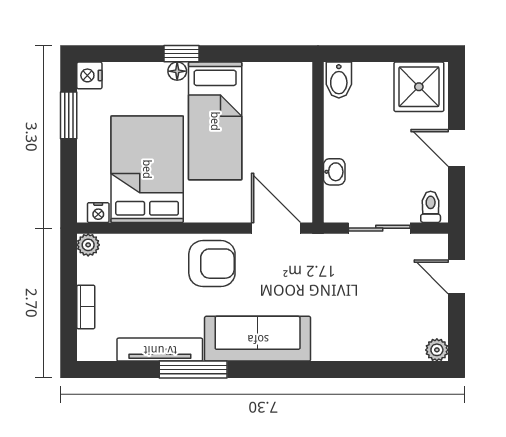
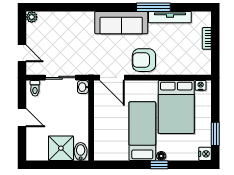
shower: (419, 87) -> (61, 148), moved
washbasin: (334, 172) -> (83, 87), moved
plant: (88, 245) -> (206, 69), removed

